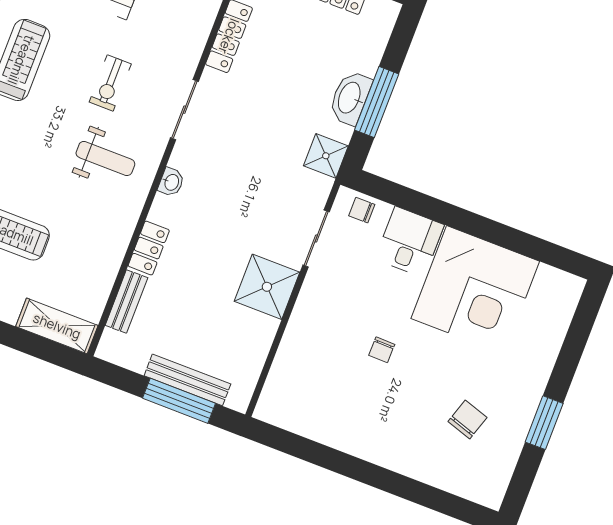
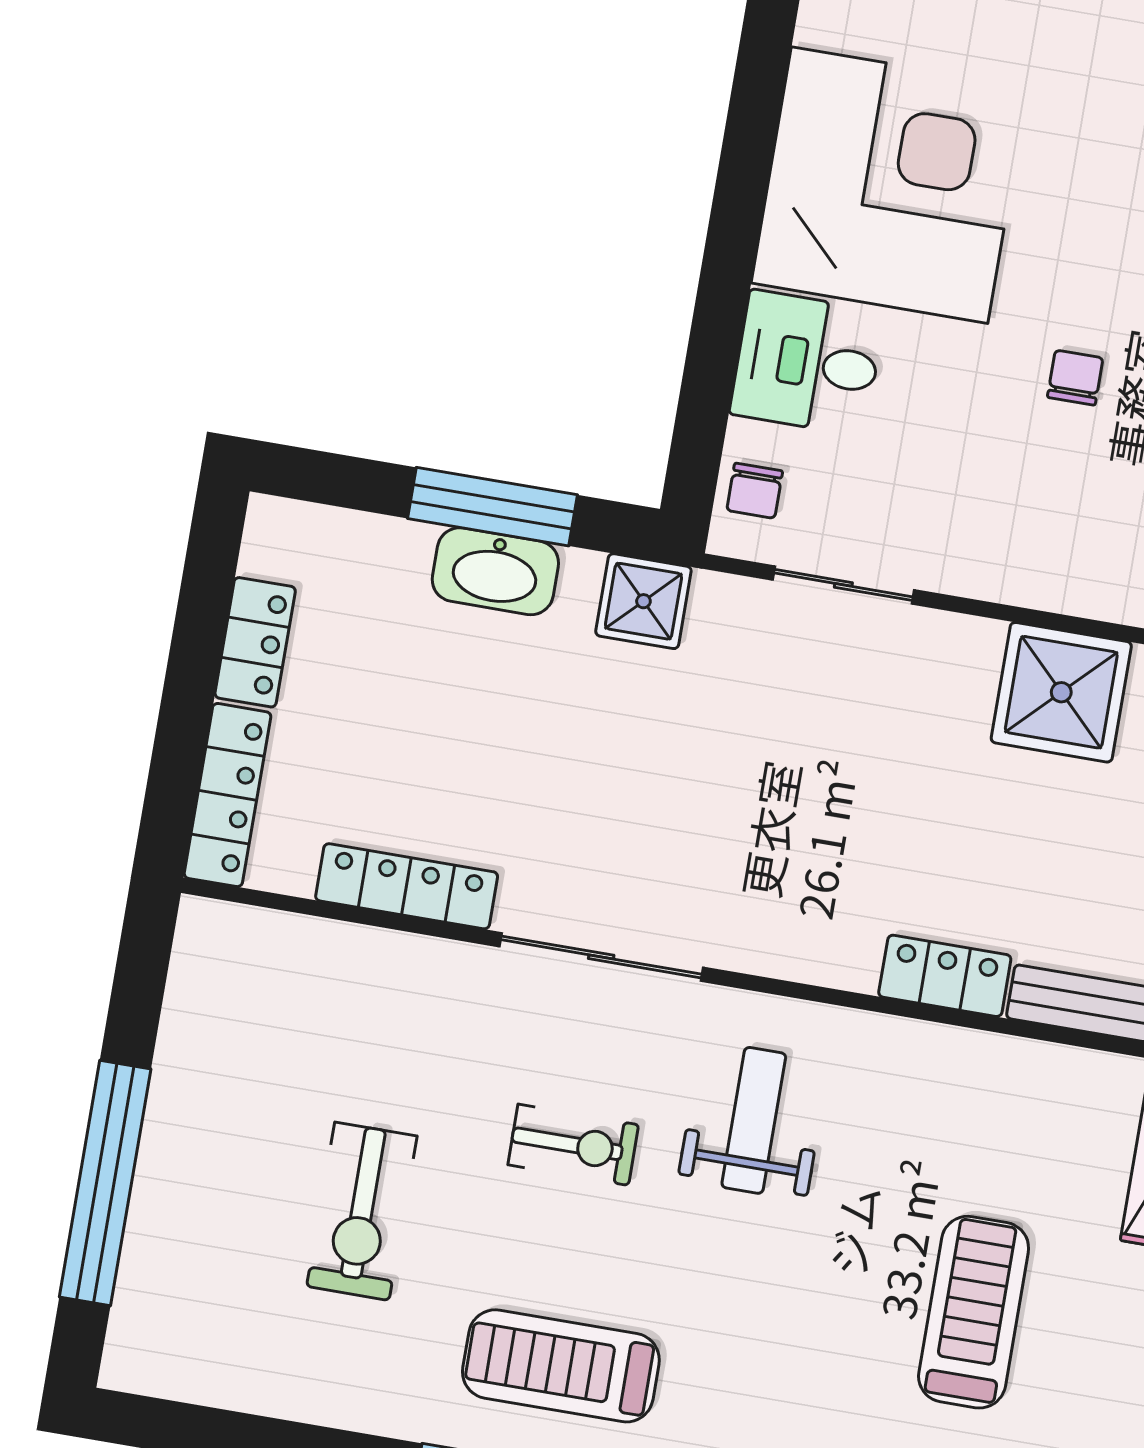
sliding door: (184, 110) -> (601, 957), width x1.37
washbasin: (171, 182) -> (779, 954), removed
shower: (267, 287) -> (1061, 692), moved
chair: (382, 350) -> (1075, 378), turned -91

